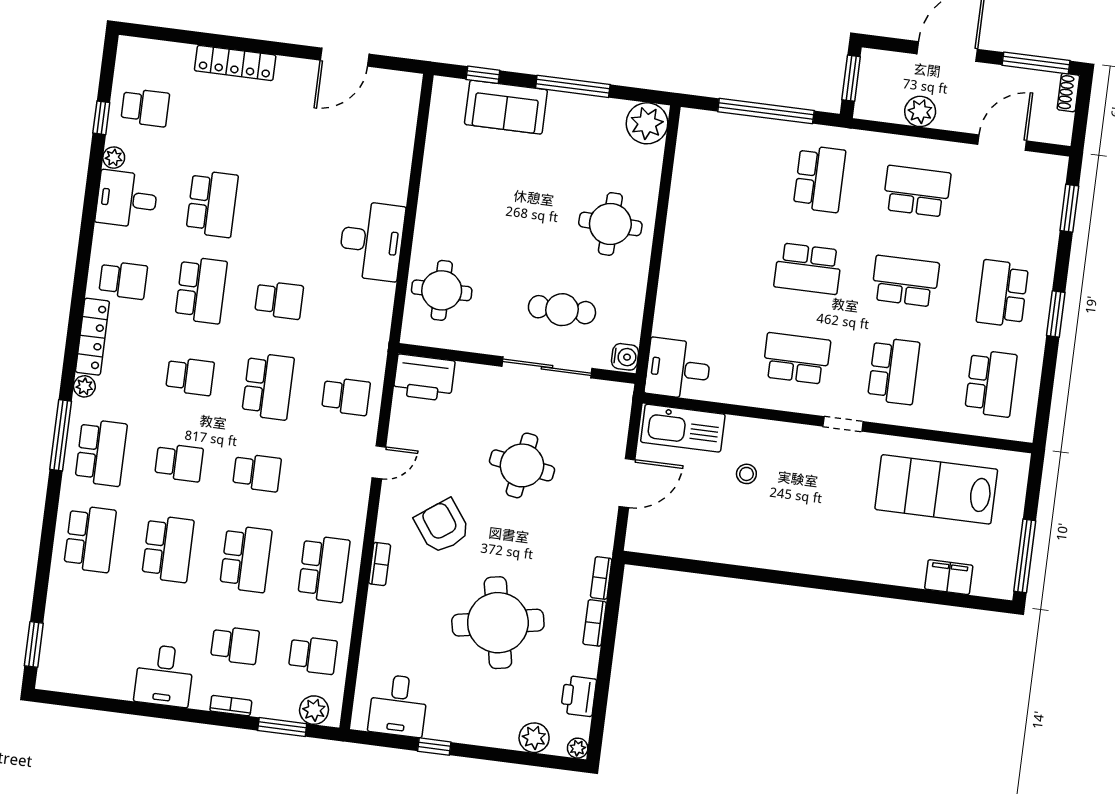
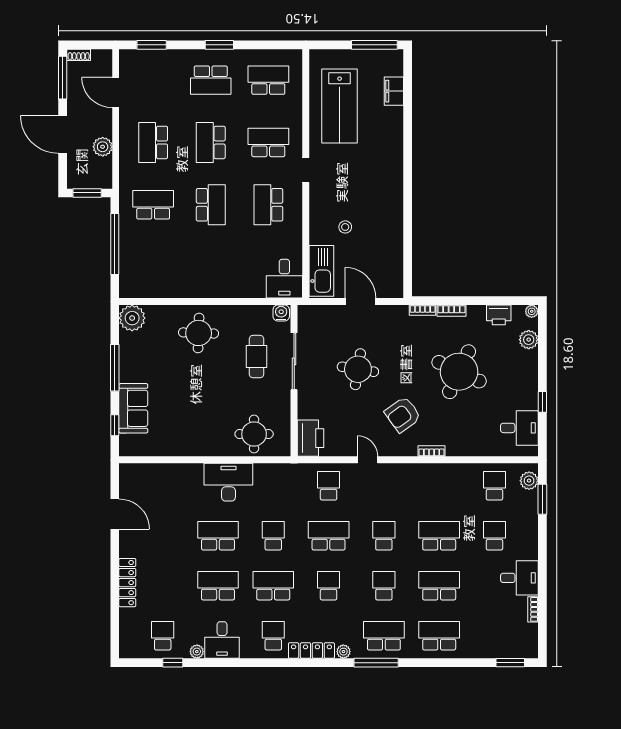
school desk: (324, 569) -> (218, 536), moved
round table: (498, 623) -> (459, 372), turned 36
bookcase: (231, 706) -> (533, 609), moved

